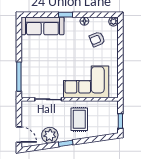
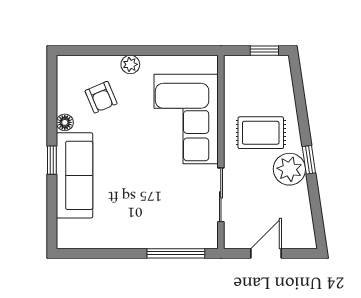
plant: (113, 21) -> (130, 64), moved
sofa: (42, 26) -> (74, 175), moved
door: (19, 135) -> (266, 253), moved
plant: (50, 135) -> (289, 169), moved

